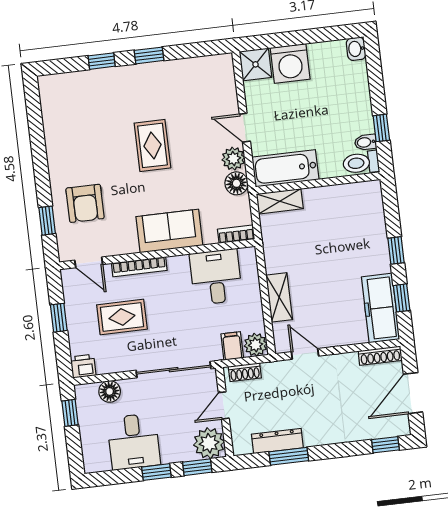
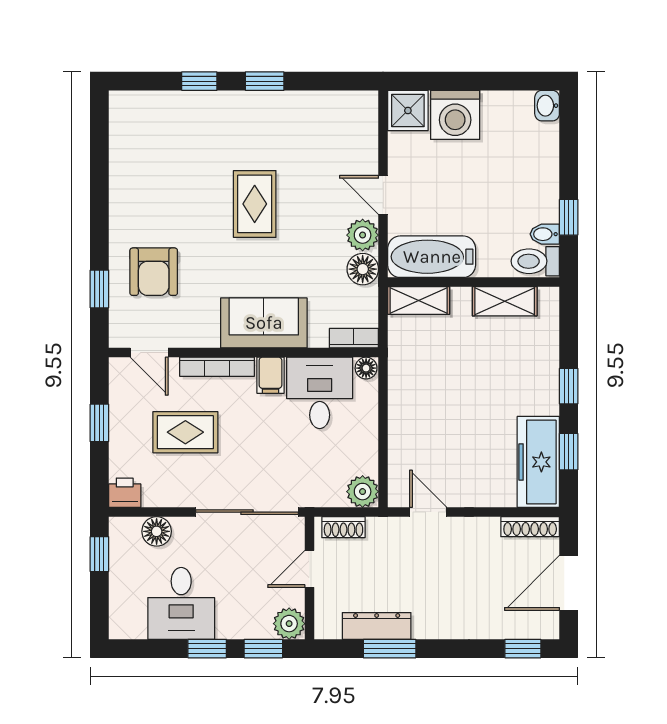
floor lamp: (247, 255) -> (366, 368), added
shelving: (279, 297) -> (505, 301), moved, turned 90
filing cabinet: (232, 346) -> (270, 375), moved, turned 180
plant: (209, 443) -> (289, 624), width x0.73, depth x0.73

